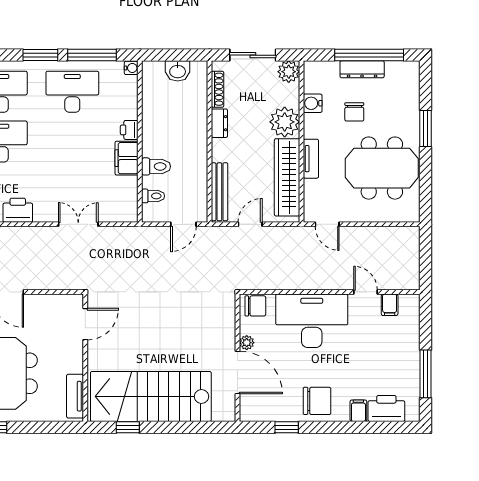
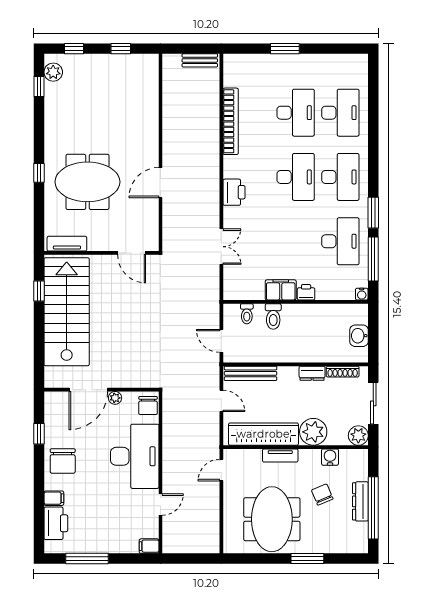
chair: (354, 112) -> (322, 495), turned 67
filing cabinet: (390, 305) -> (149, 546), moved

